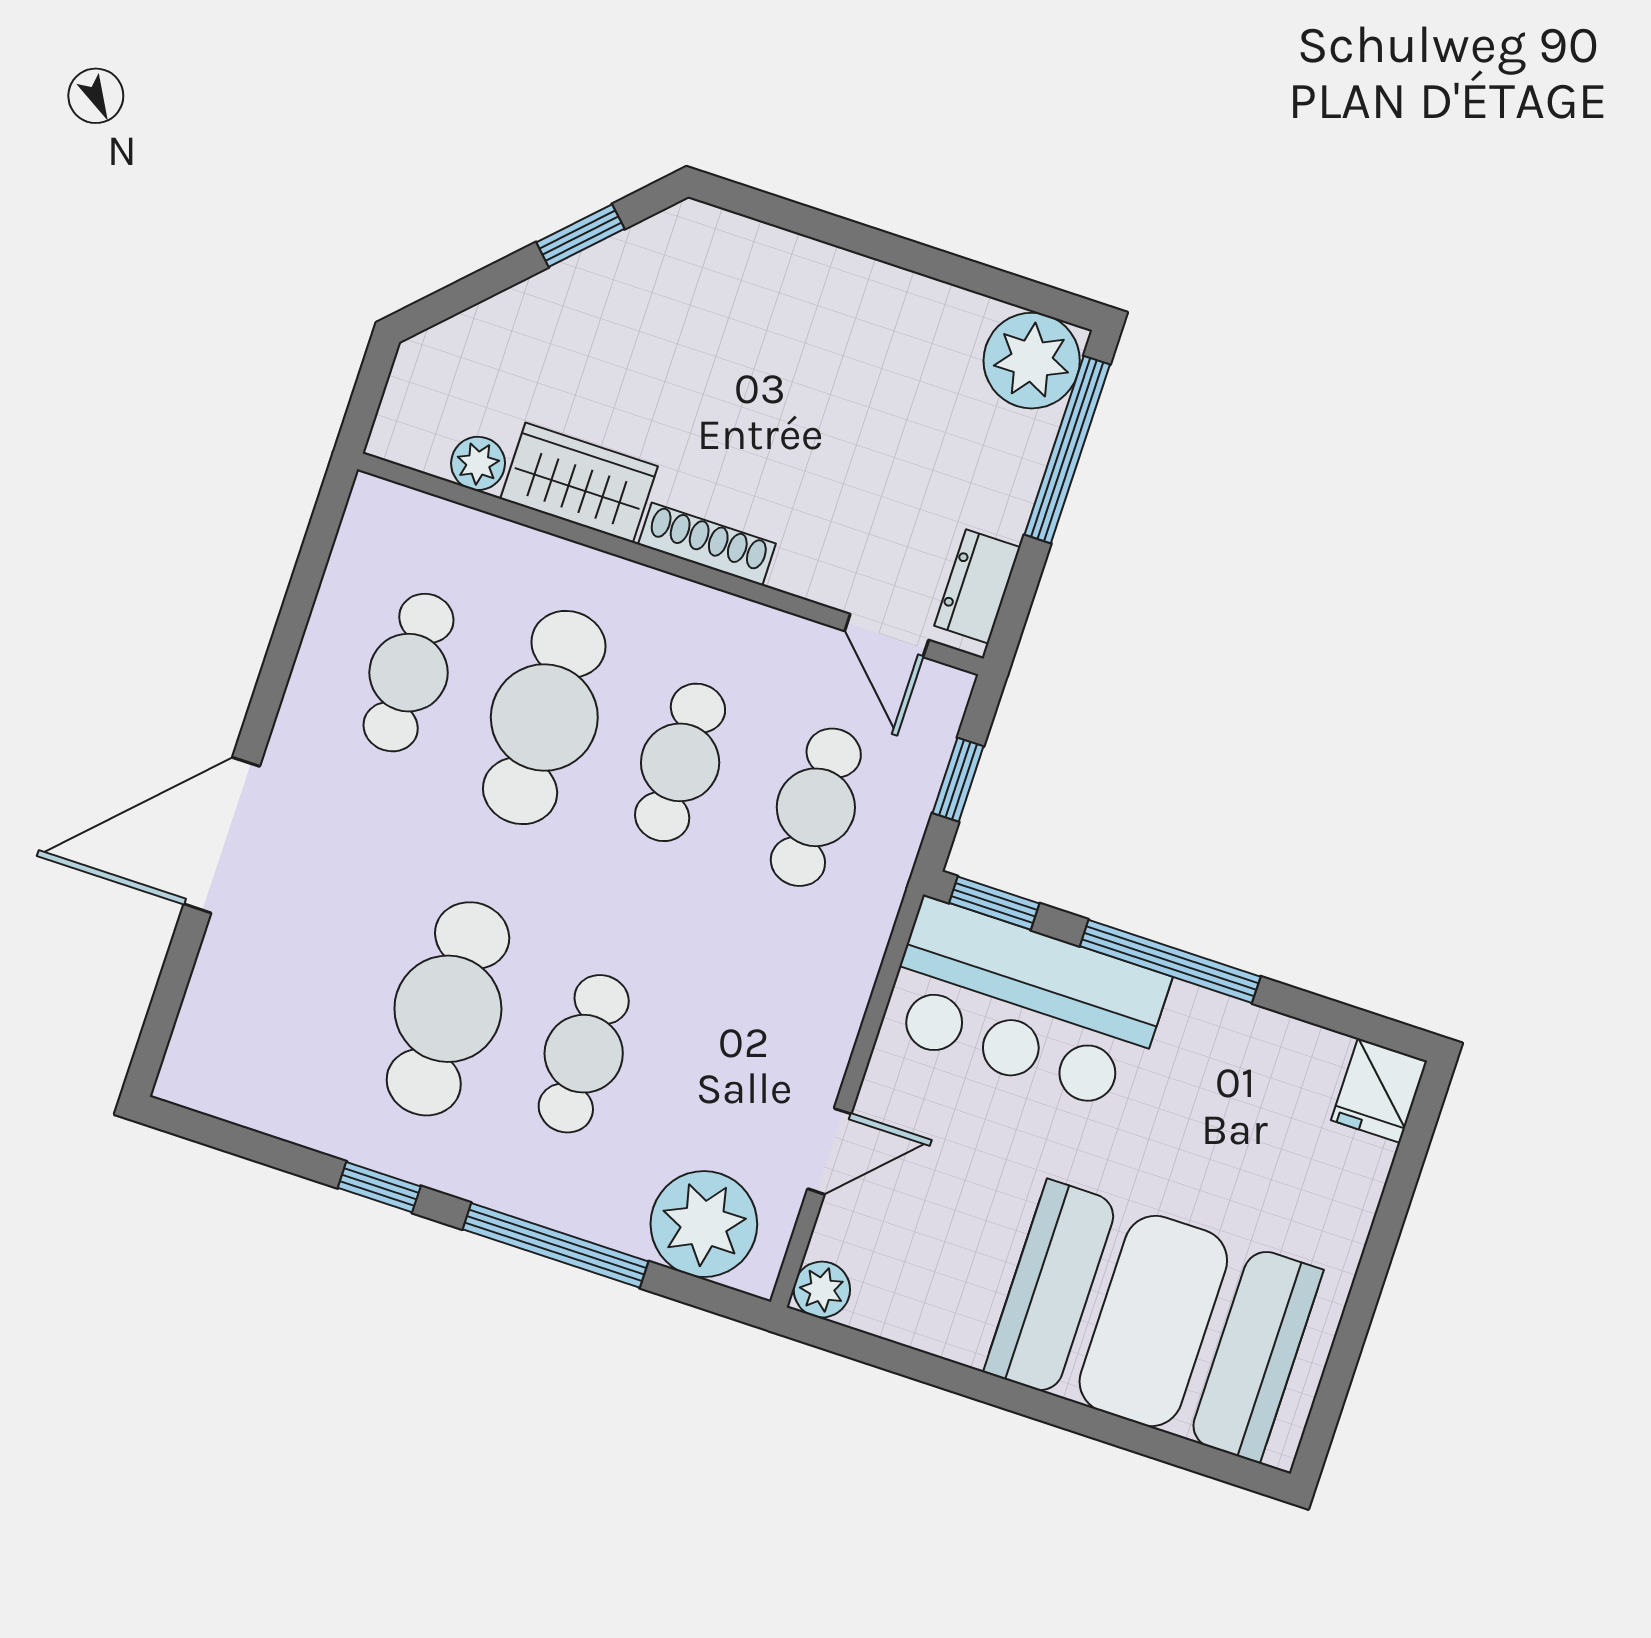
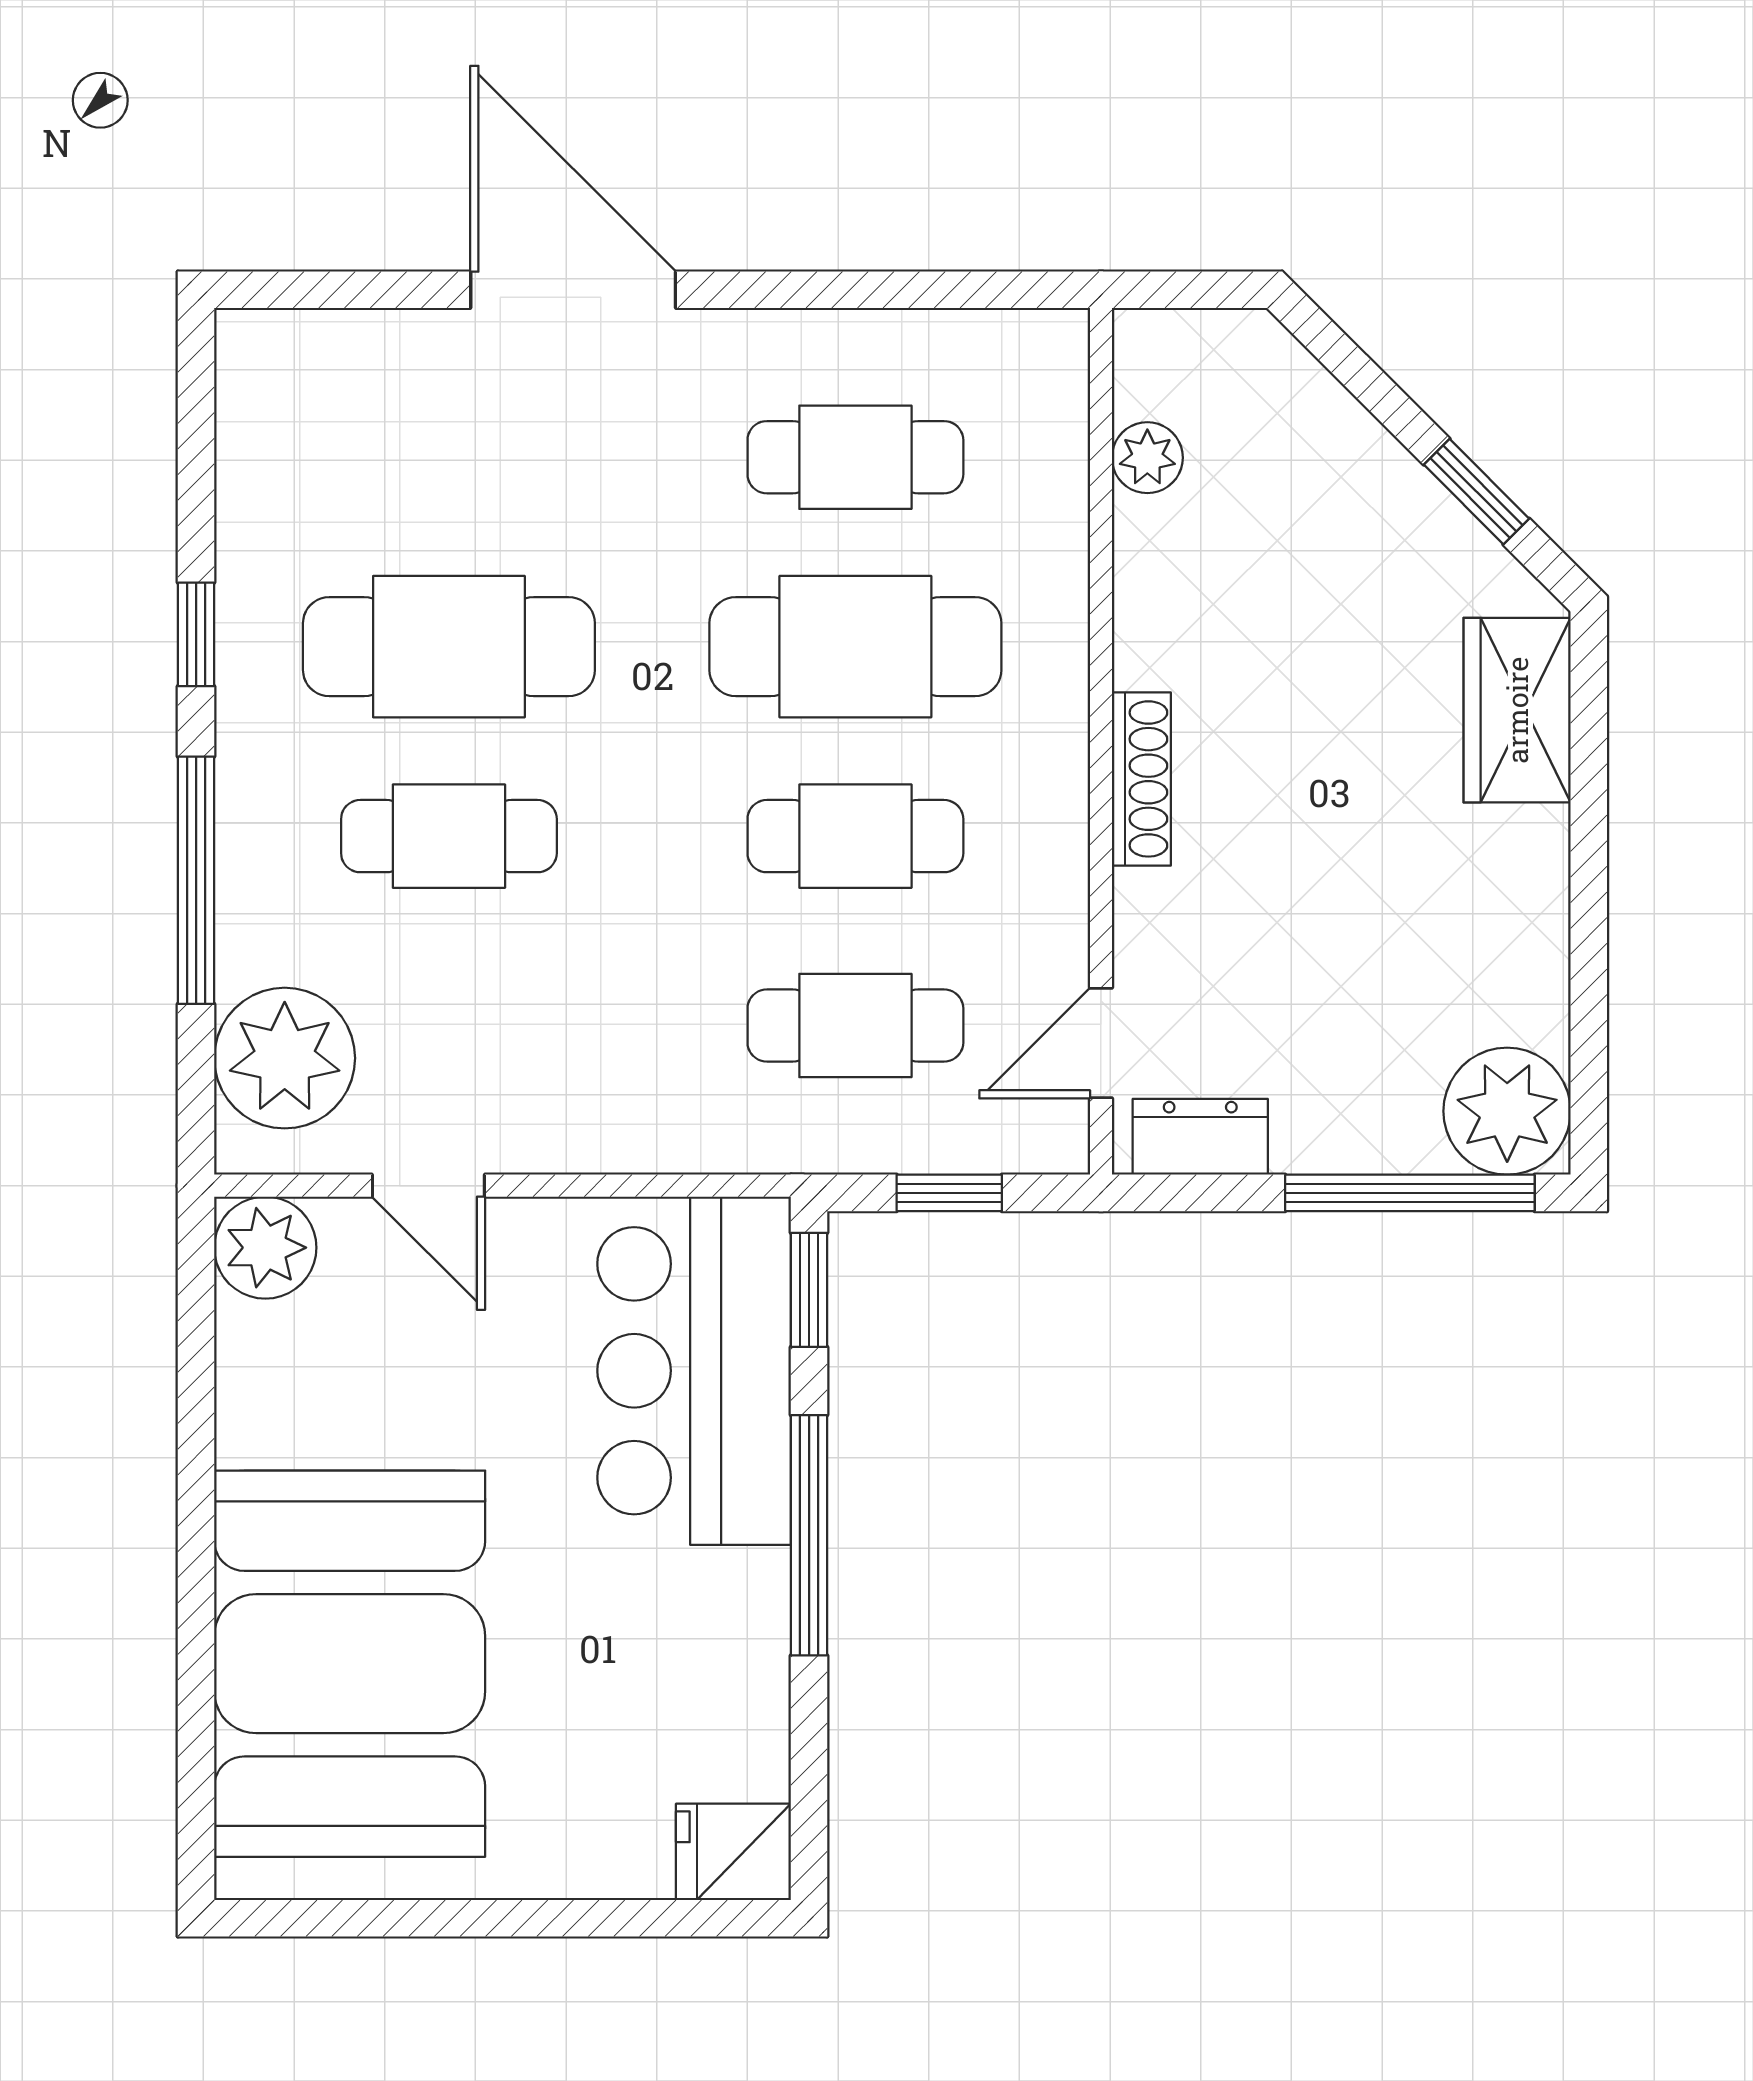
wardrobe: (579, 483) -> (1517, 710), moved, turned 180
plant: (822, 1290) -> (265, 1248), width x1.38, depth x1.38

